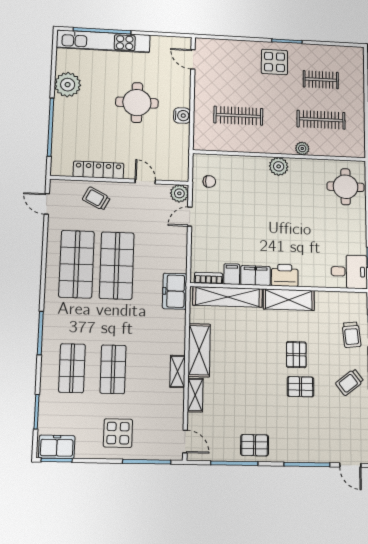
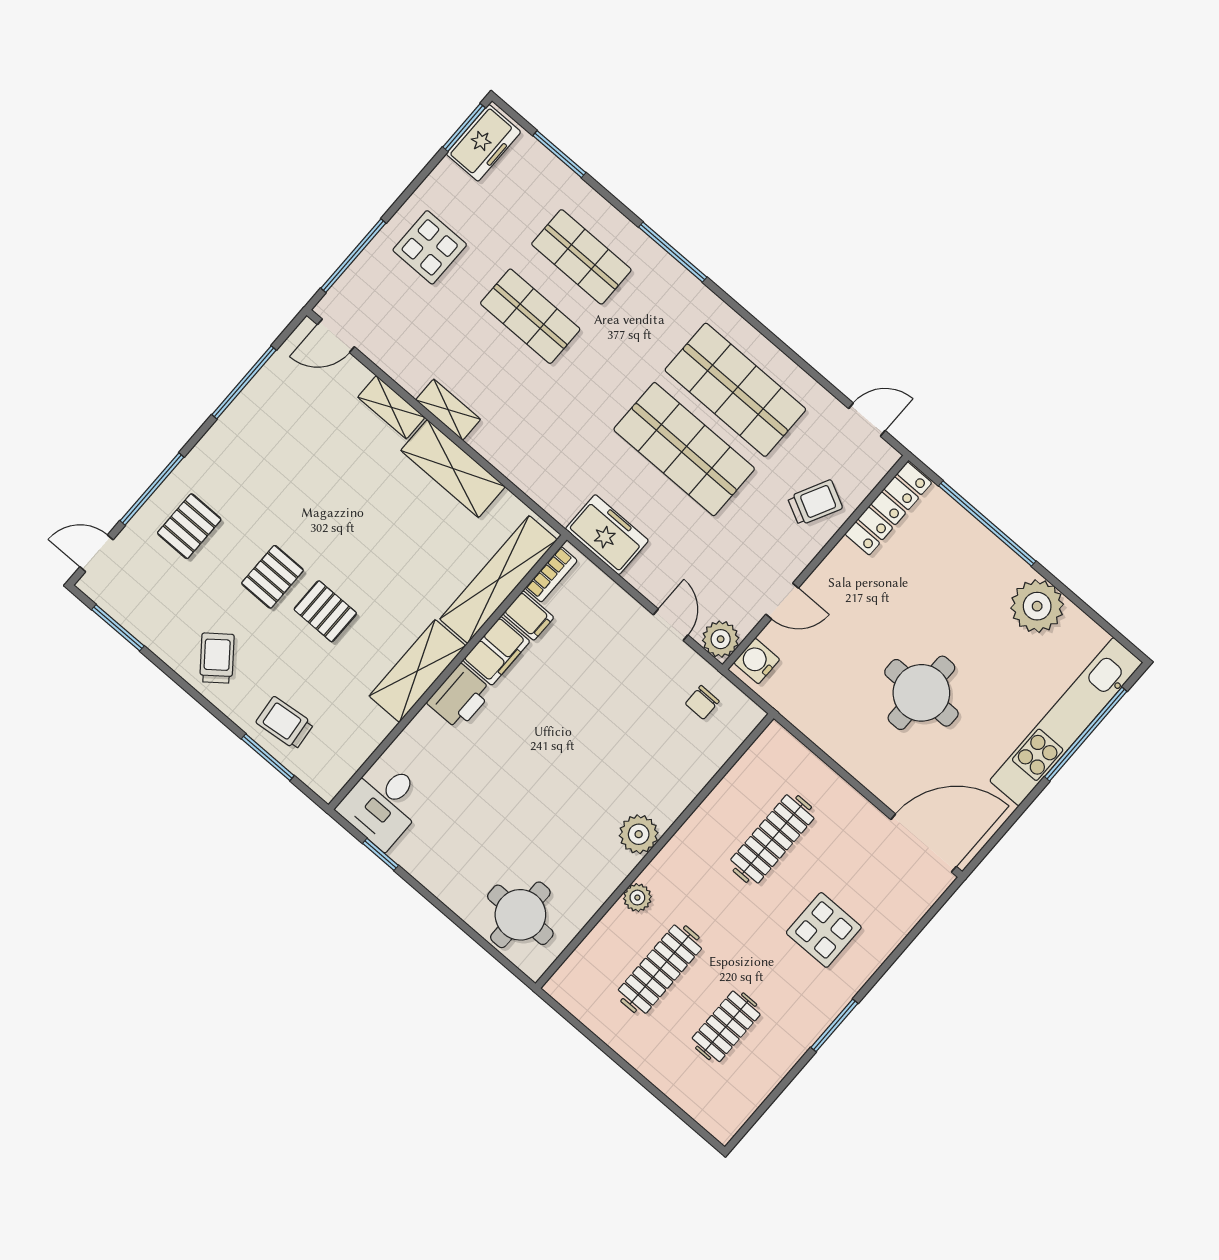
door: (193, 59) -> (924, 843), width x1.87
display table: (274, 62) -> (824, 930), moved
water cooler: (182, 116) -> (757, 661), moved, turned 90
locker: (98, 170) -> (888, 508), moved
freezer: (175, 291) -> (607, 535), moved
pallet: (255, 445) -> (189, 526), moved

